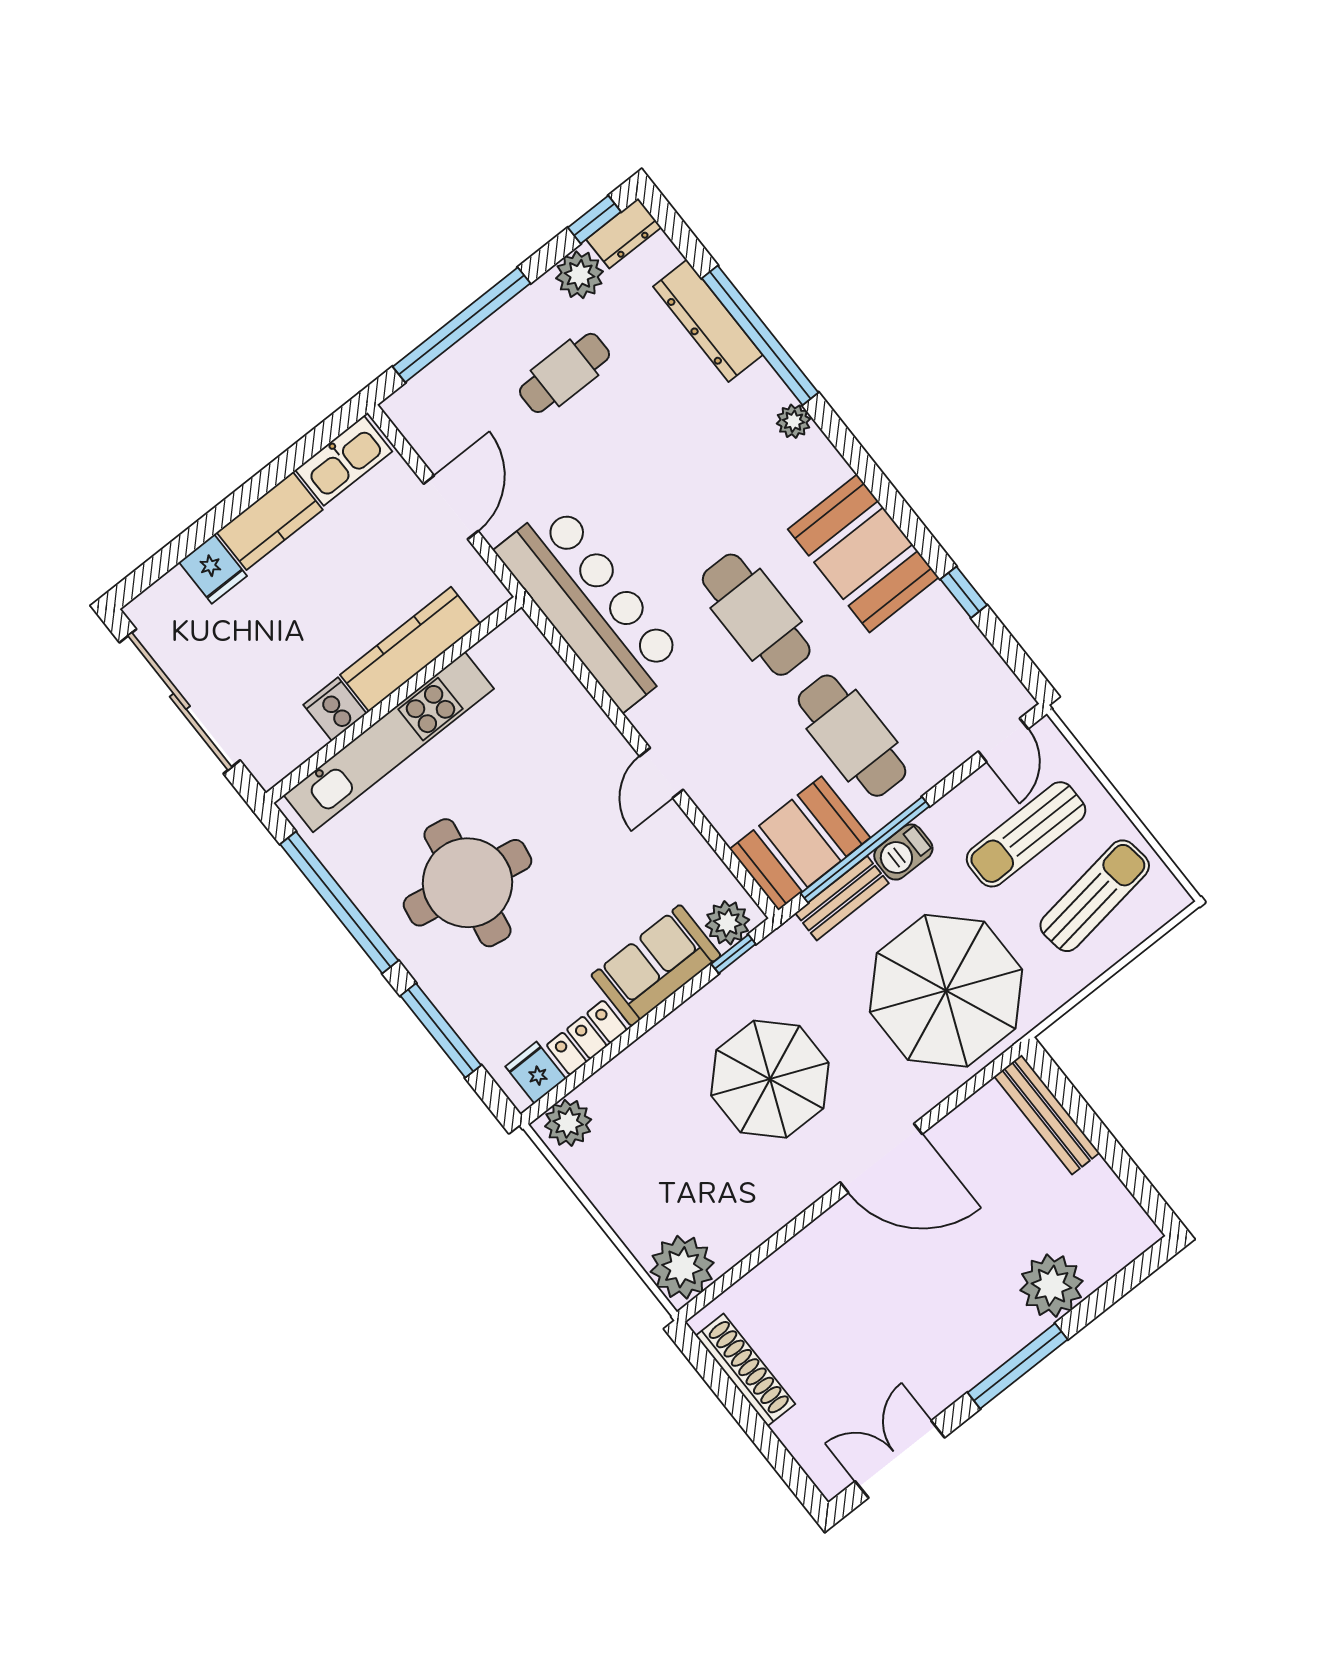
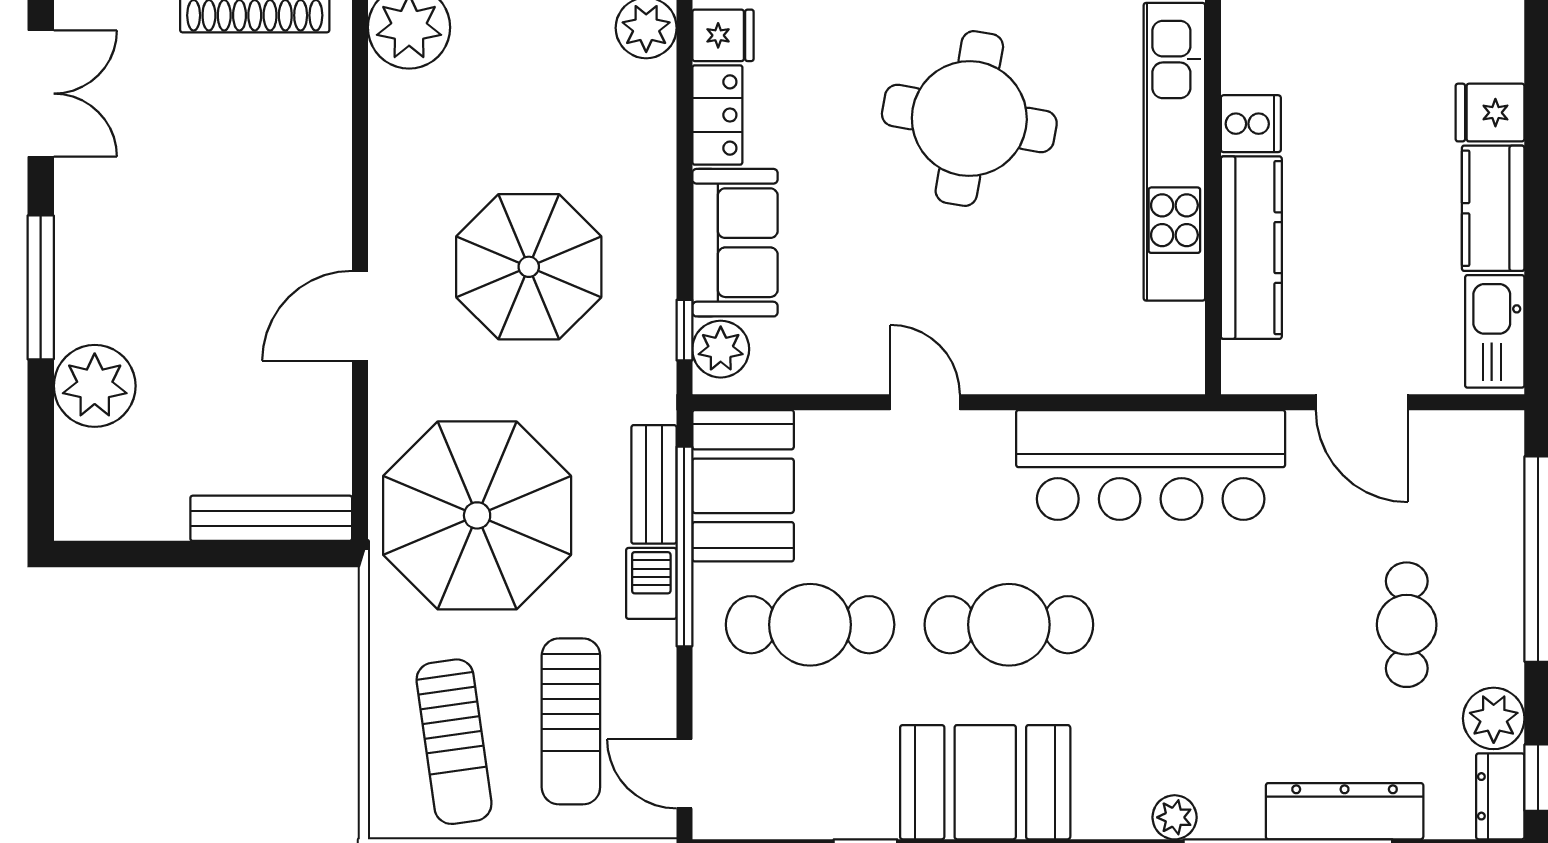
sun lounger: (1026, 834) -> (571, 721), turned 180
door: (881, 1158) -> (360, 316), width x0.73

